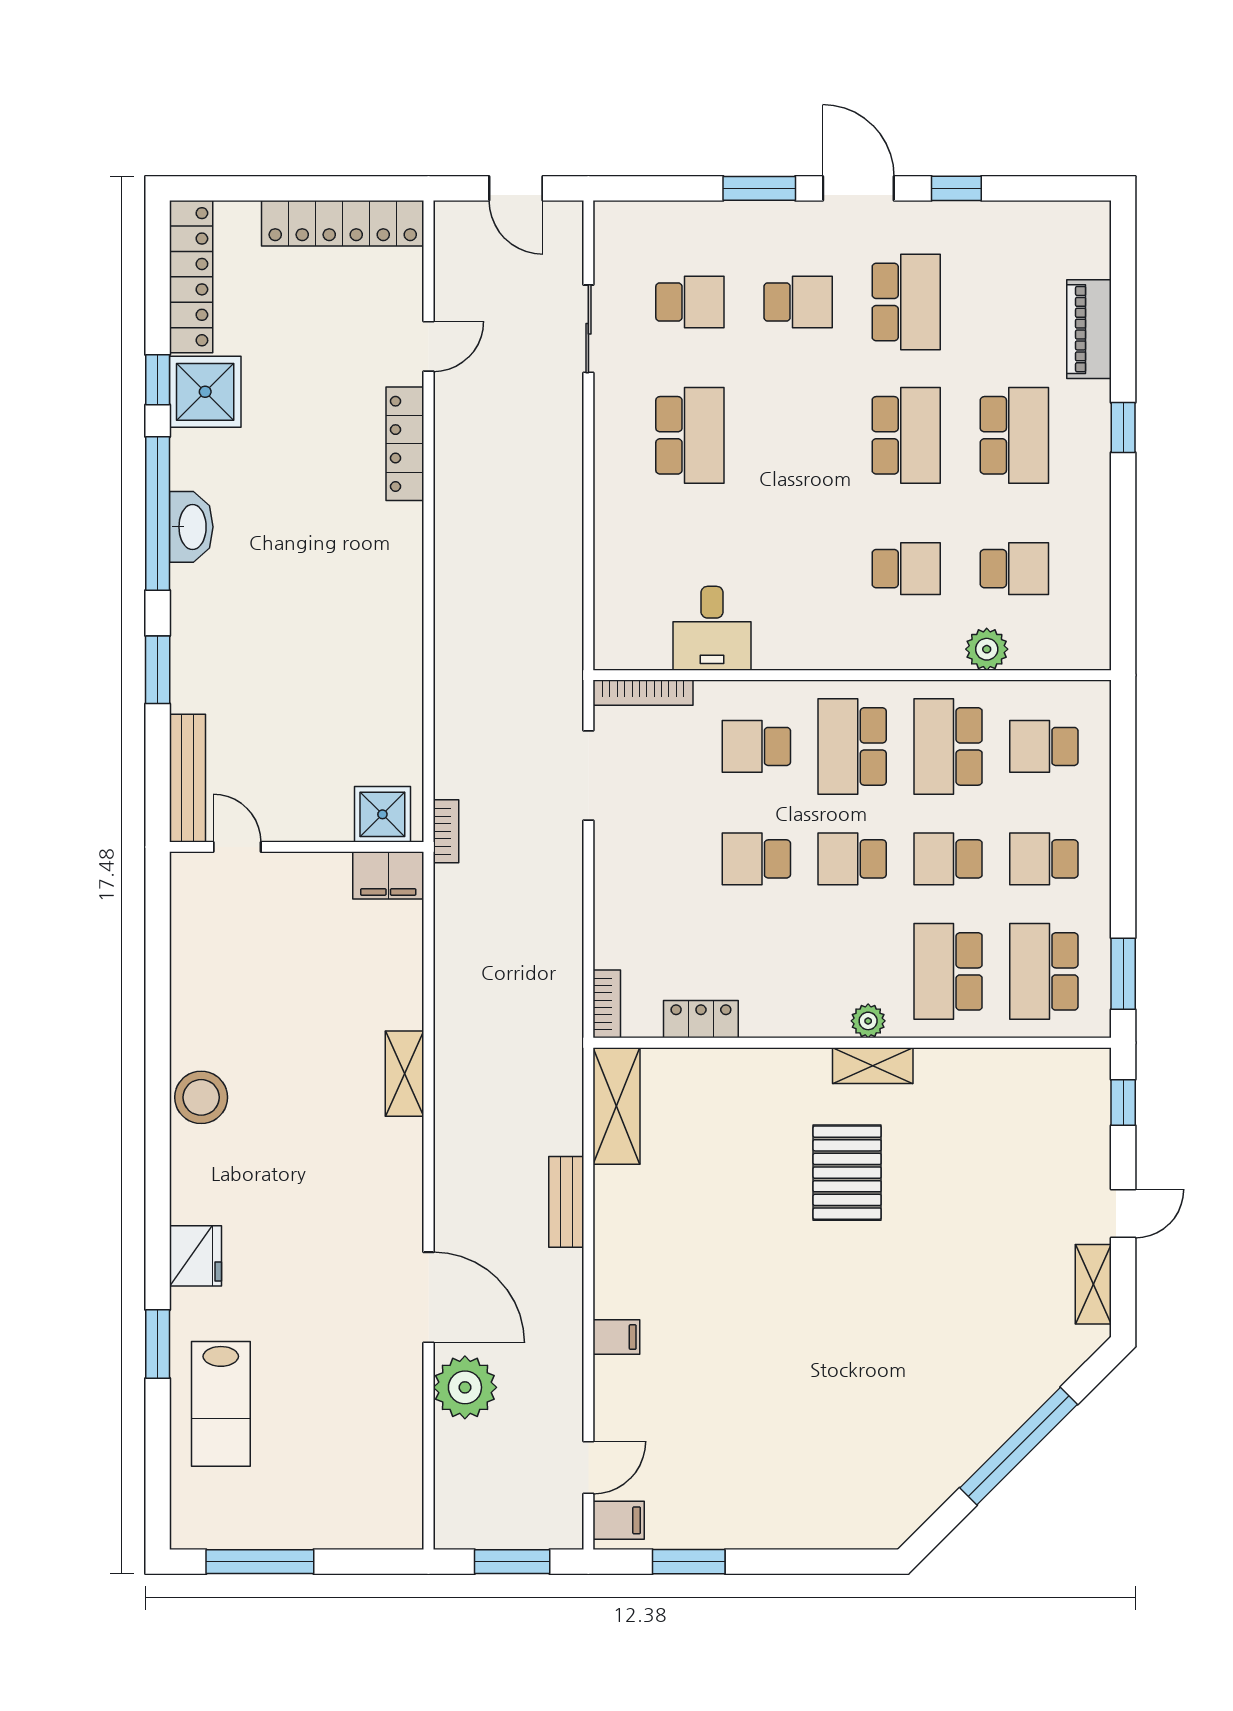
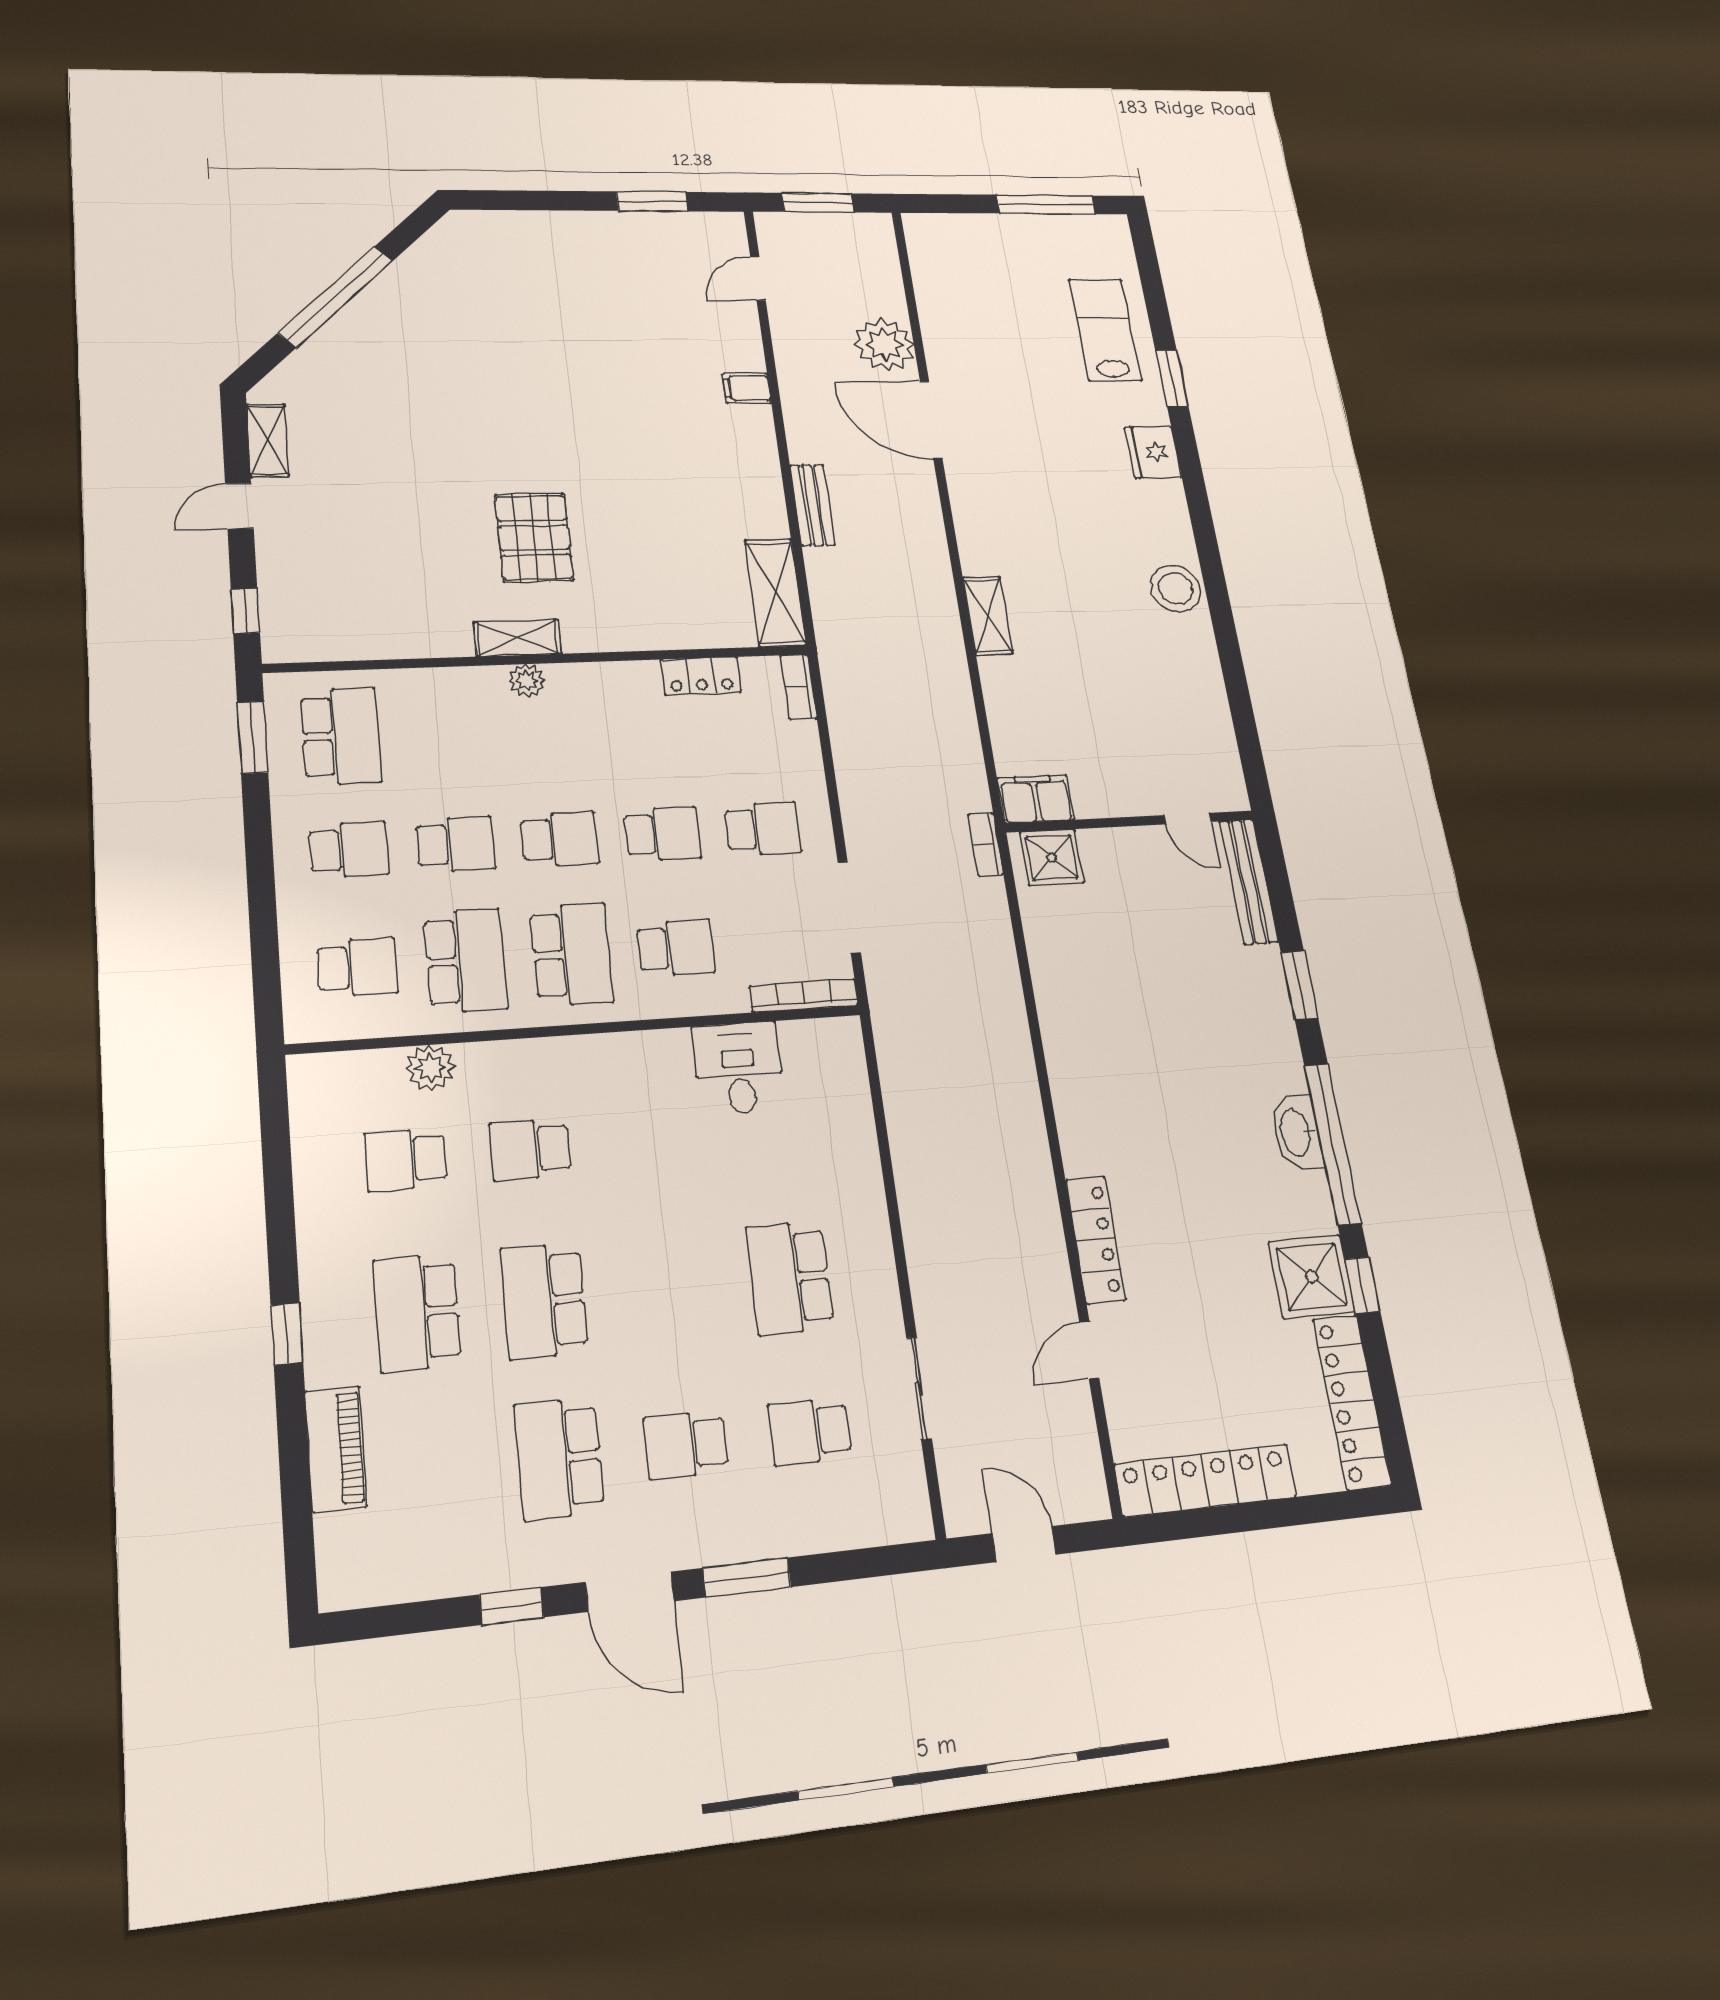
school desk: (948, 971) -> (763, 829), moved, width x0.54
filing cabinet: (619, 1520) -> (723, 235), removed

